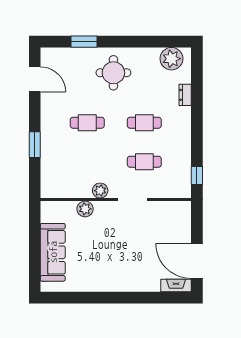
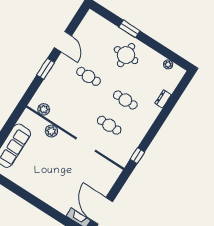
window: (84, 42) -> (129, 29), moved
plant: (171, 59) -> (168, 64), width x0.53, depth x0.53
door: (35, 79) -> (63, 42), moved
plant: (100, 191) -> (44, 109), moved

